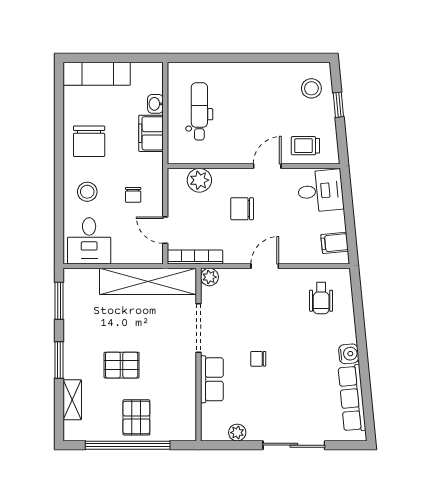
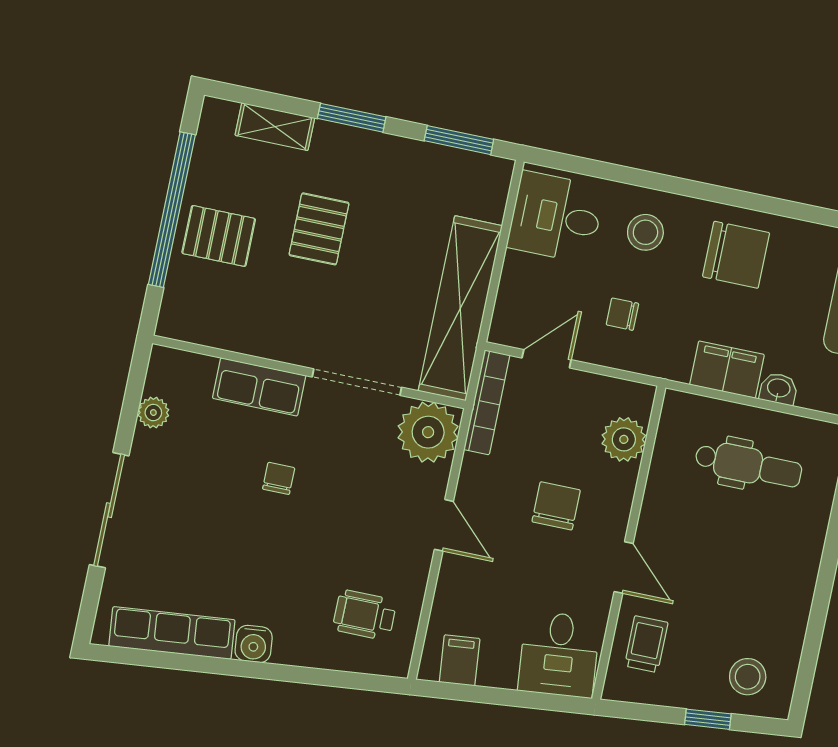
chair: (89, 141) -> (736, 255), turned 180
plant: (209, 277) -> (428, 432), width x1.88, depth x1.88

